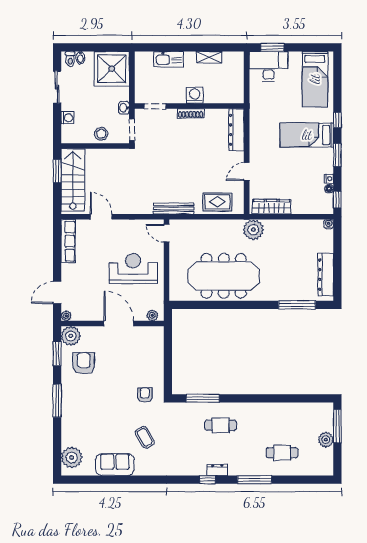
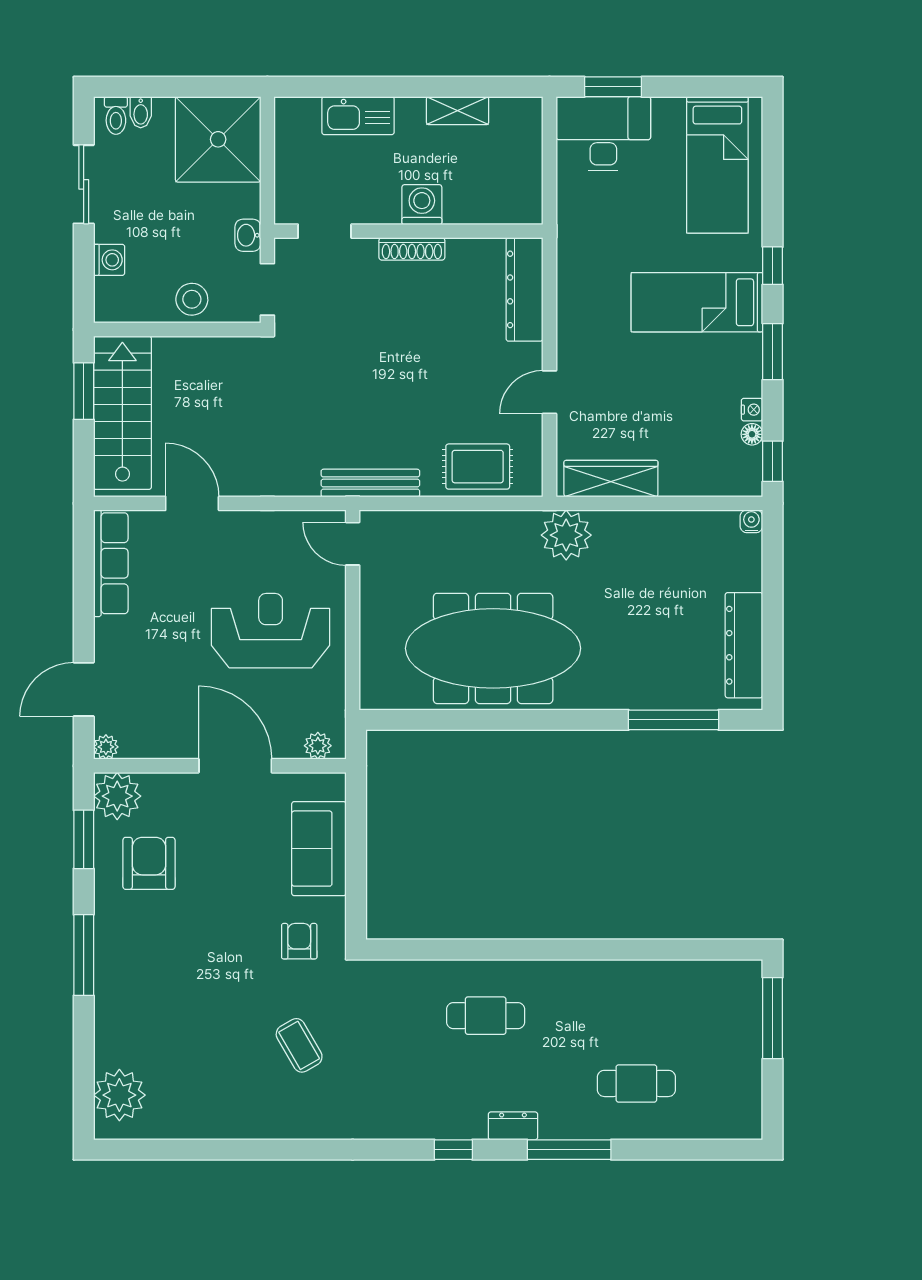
window: (203, 398) -> (442, 949), removed
plant: (326, 440) -> (744, 1051), removed
sofa: (115, 465) -> (319, 849), moved, turned -90
dresser: (217, 470) -> (513, 1126), moved

